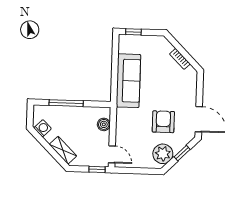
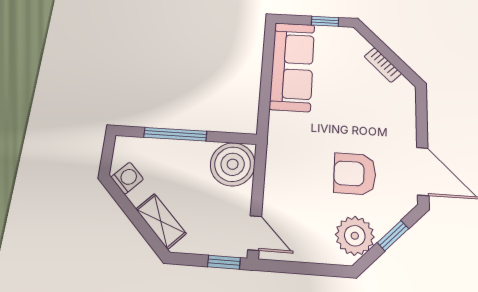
window: (133, 32) -> (325, 21), moved
sofa: (128, 81) -> (292, 66), moved
armchair: (163, 122) -> (355, 174), turned -90
boiler: (104, 124) -> (233, 164), width x1.86, depth x1.86

